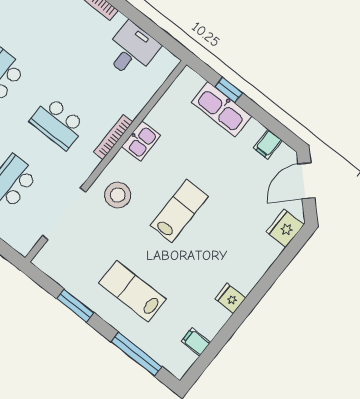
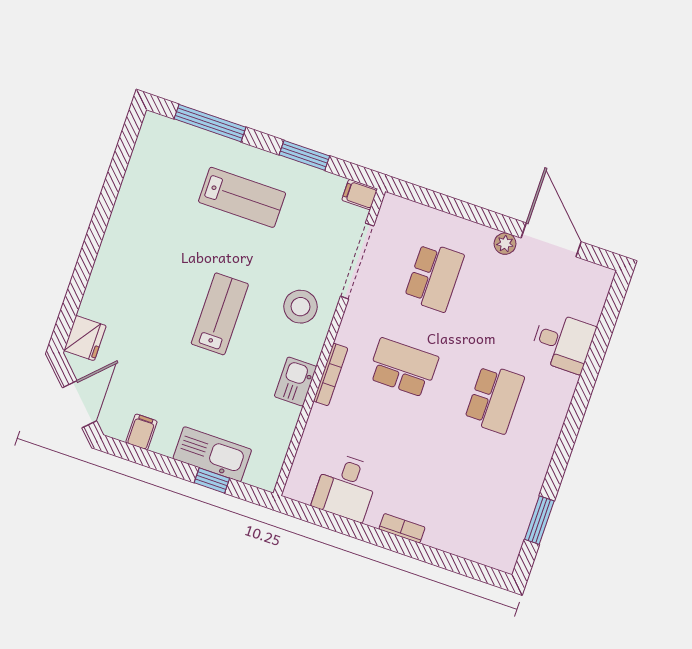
lab bench: (179, 211) -> (220, 314), turned 180
fridge: (230, 299) -> (121, 230), removed
filing cabinet: (196, 342) -> (360, 195), moved, turned 180

